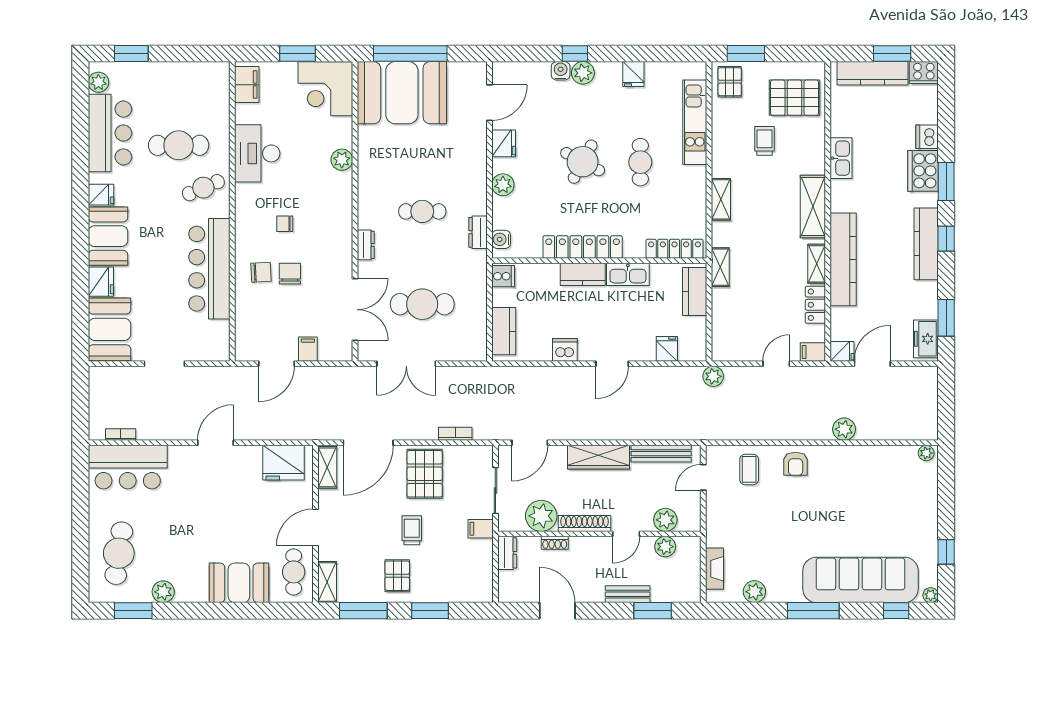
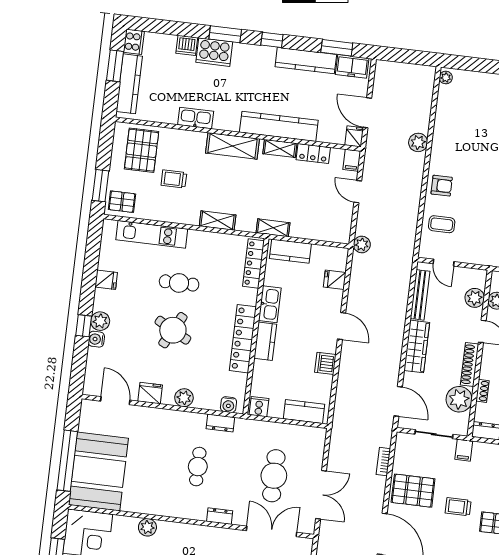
kitchen counter: (926, 244) -> (306, 61), moved

